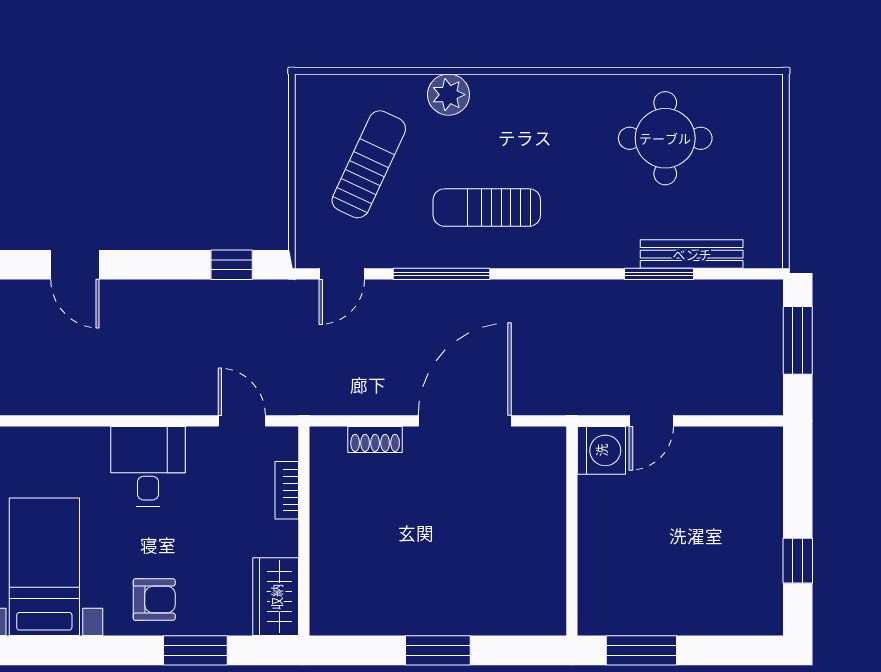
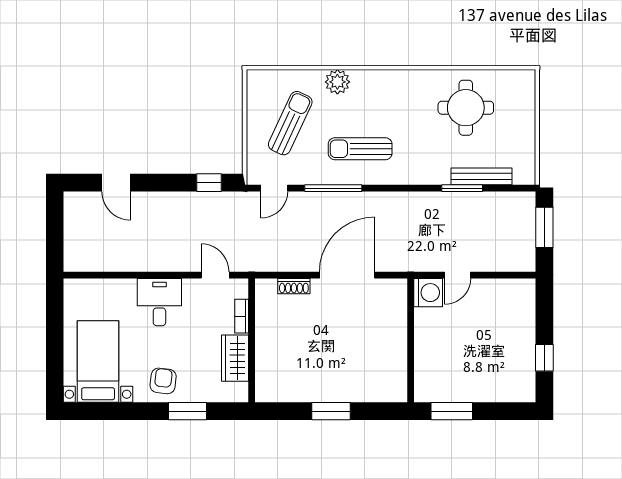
wardrobe: (276, 597) -> (235, 358), moved
armchair: (154, 600) -> (163, 381), turned -83

